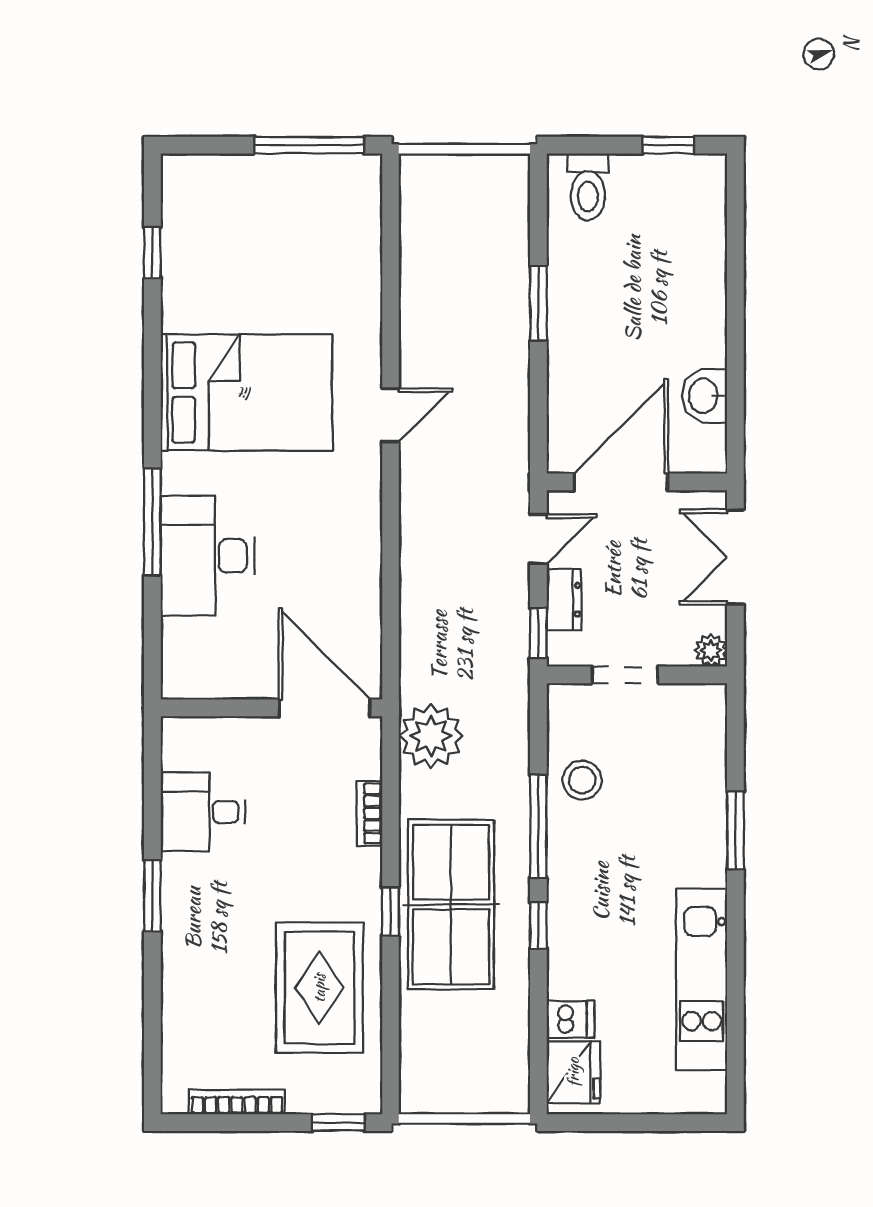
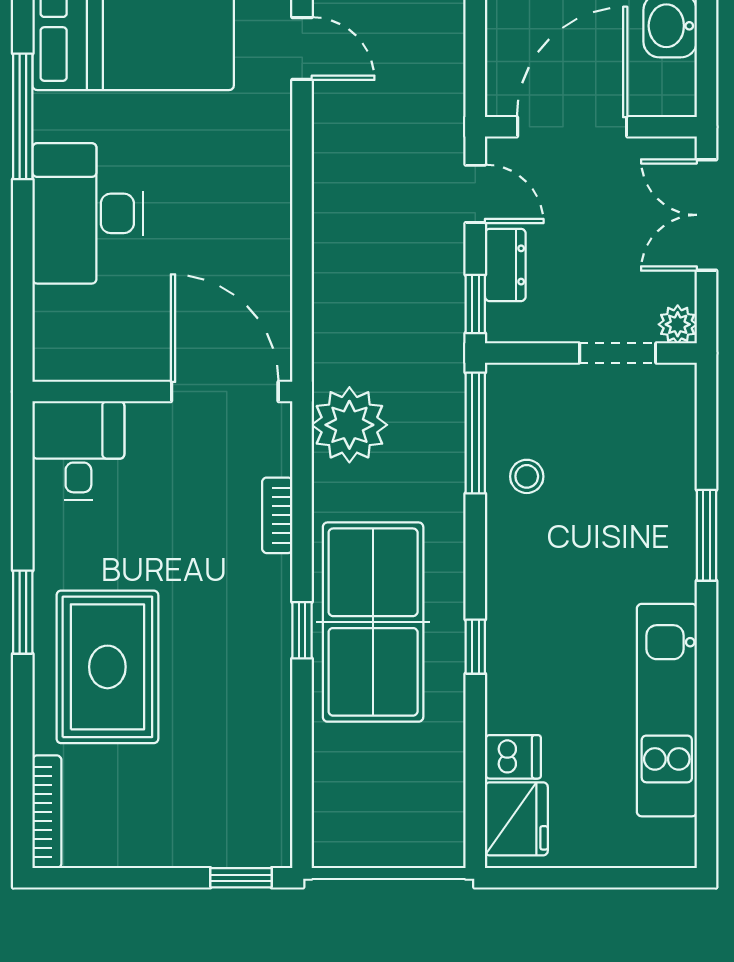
door: (390, 415) -> (302, 49), hinge flipped
window: (152, 522) -> (23, 116), moved
door: (538, 539) -> (475, 194), hinge flipped
doorway: (625, 675) -> (618, 353), moved
stool: (582, 780) -> (527, 476), width x0.73, depth x0.73
desk: (203, 812) -> (78, 451), moved, turned 90
window: (538, 826) -> (475, 433), moved
rug: (319, 988) -> (107, 667), moved
bookcase: (237, 1102) -> (47, 812), moved, turned 90

